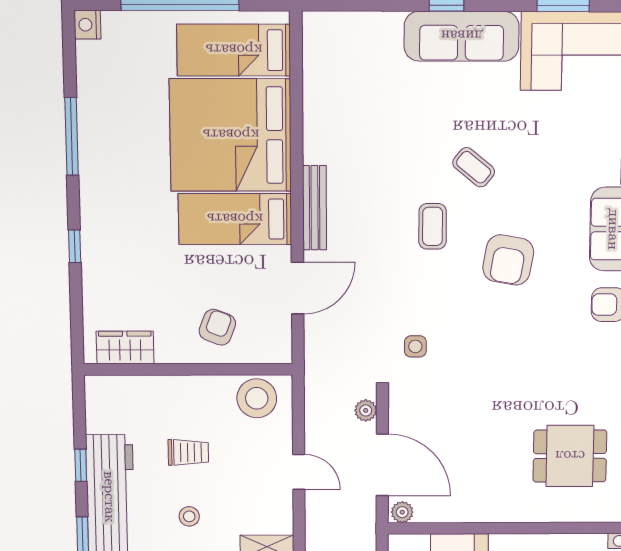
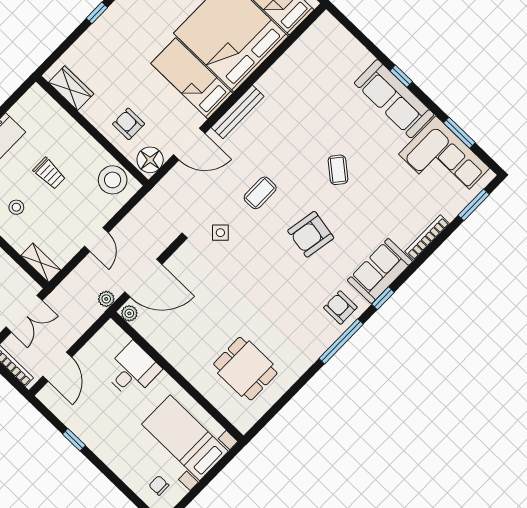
coffee table: (433, 226) -> (260, 193), moved
armchair: (217, 327) -> (129, 124), turned -111
floor lamp: (274, 342) -> (150, 160), added
side table: (415, 346) -> (220, 233), turned 45
plant: (366, 410) -> (106, 299), moved
door: (382, 465) -> (143, 278), hinge flipped

